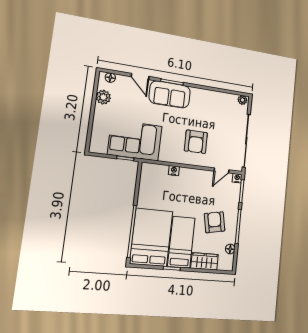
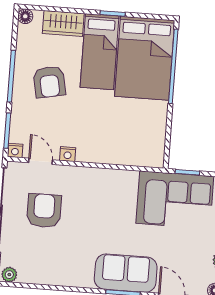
armchair: (196, 142) -> (44, 211), moved
door: (222, 170) -> (40, 161), hinge flipped
nightstand: (174, 171) -> (68, 154), moved
floor lamp: (230, 249) -> (25, 16), moved

